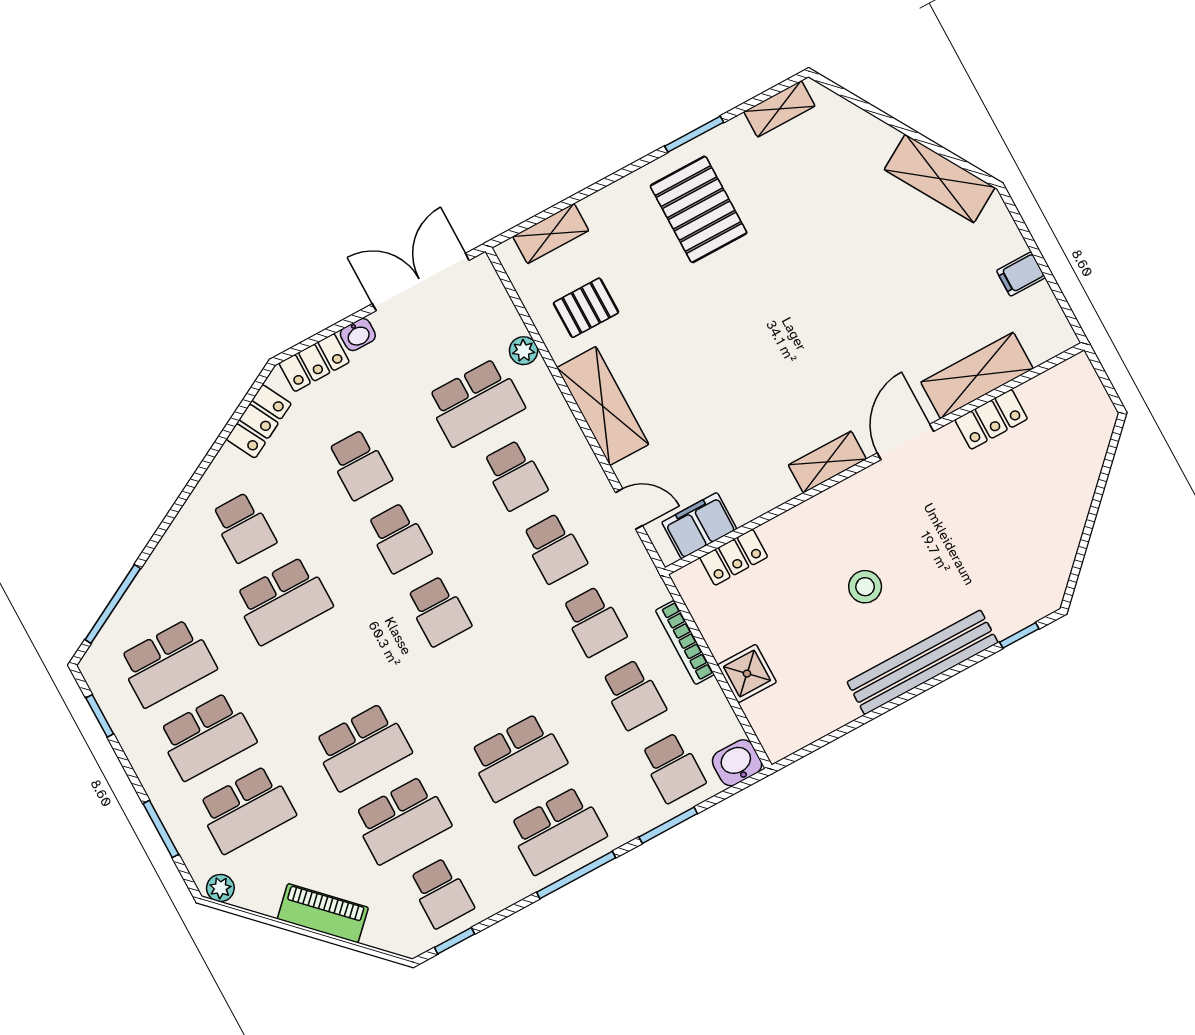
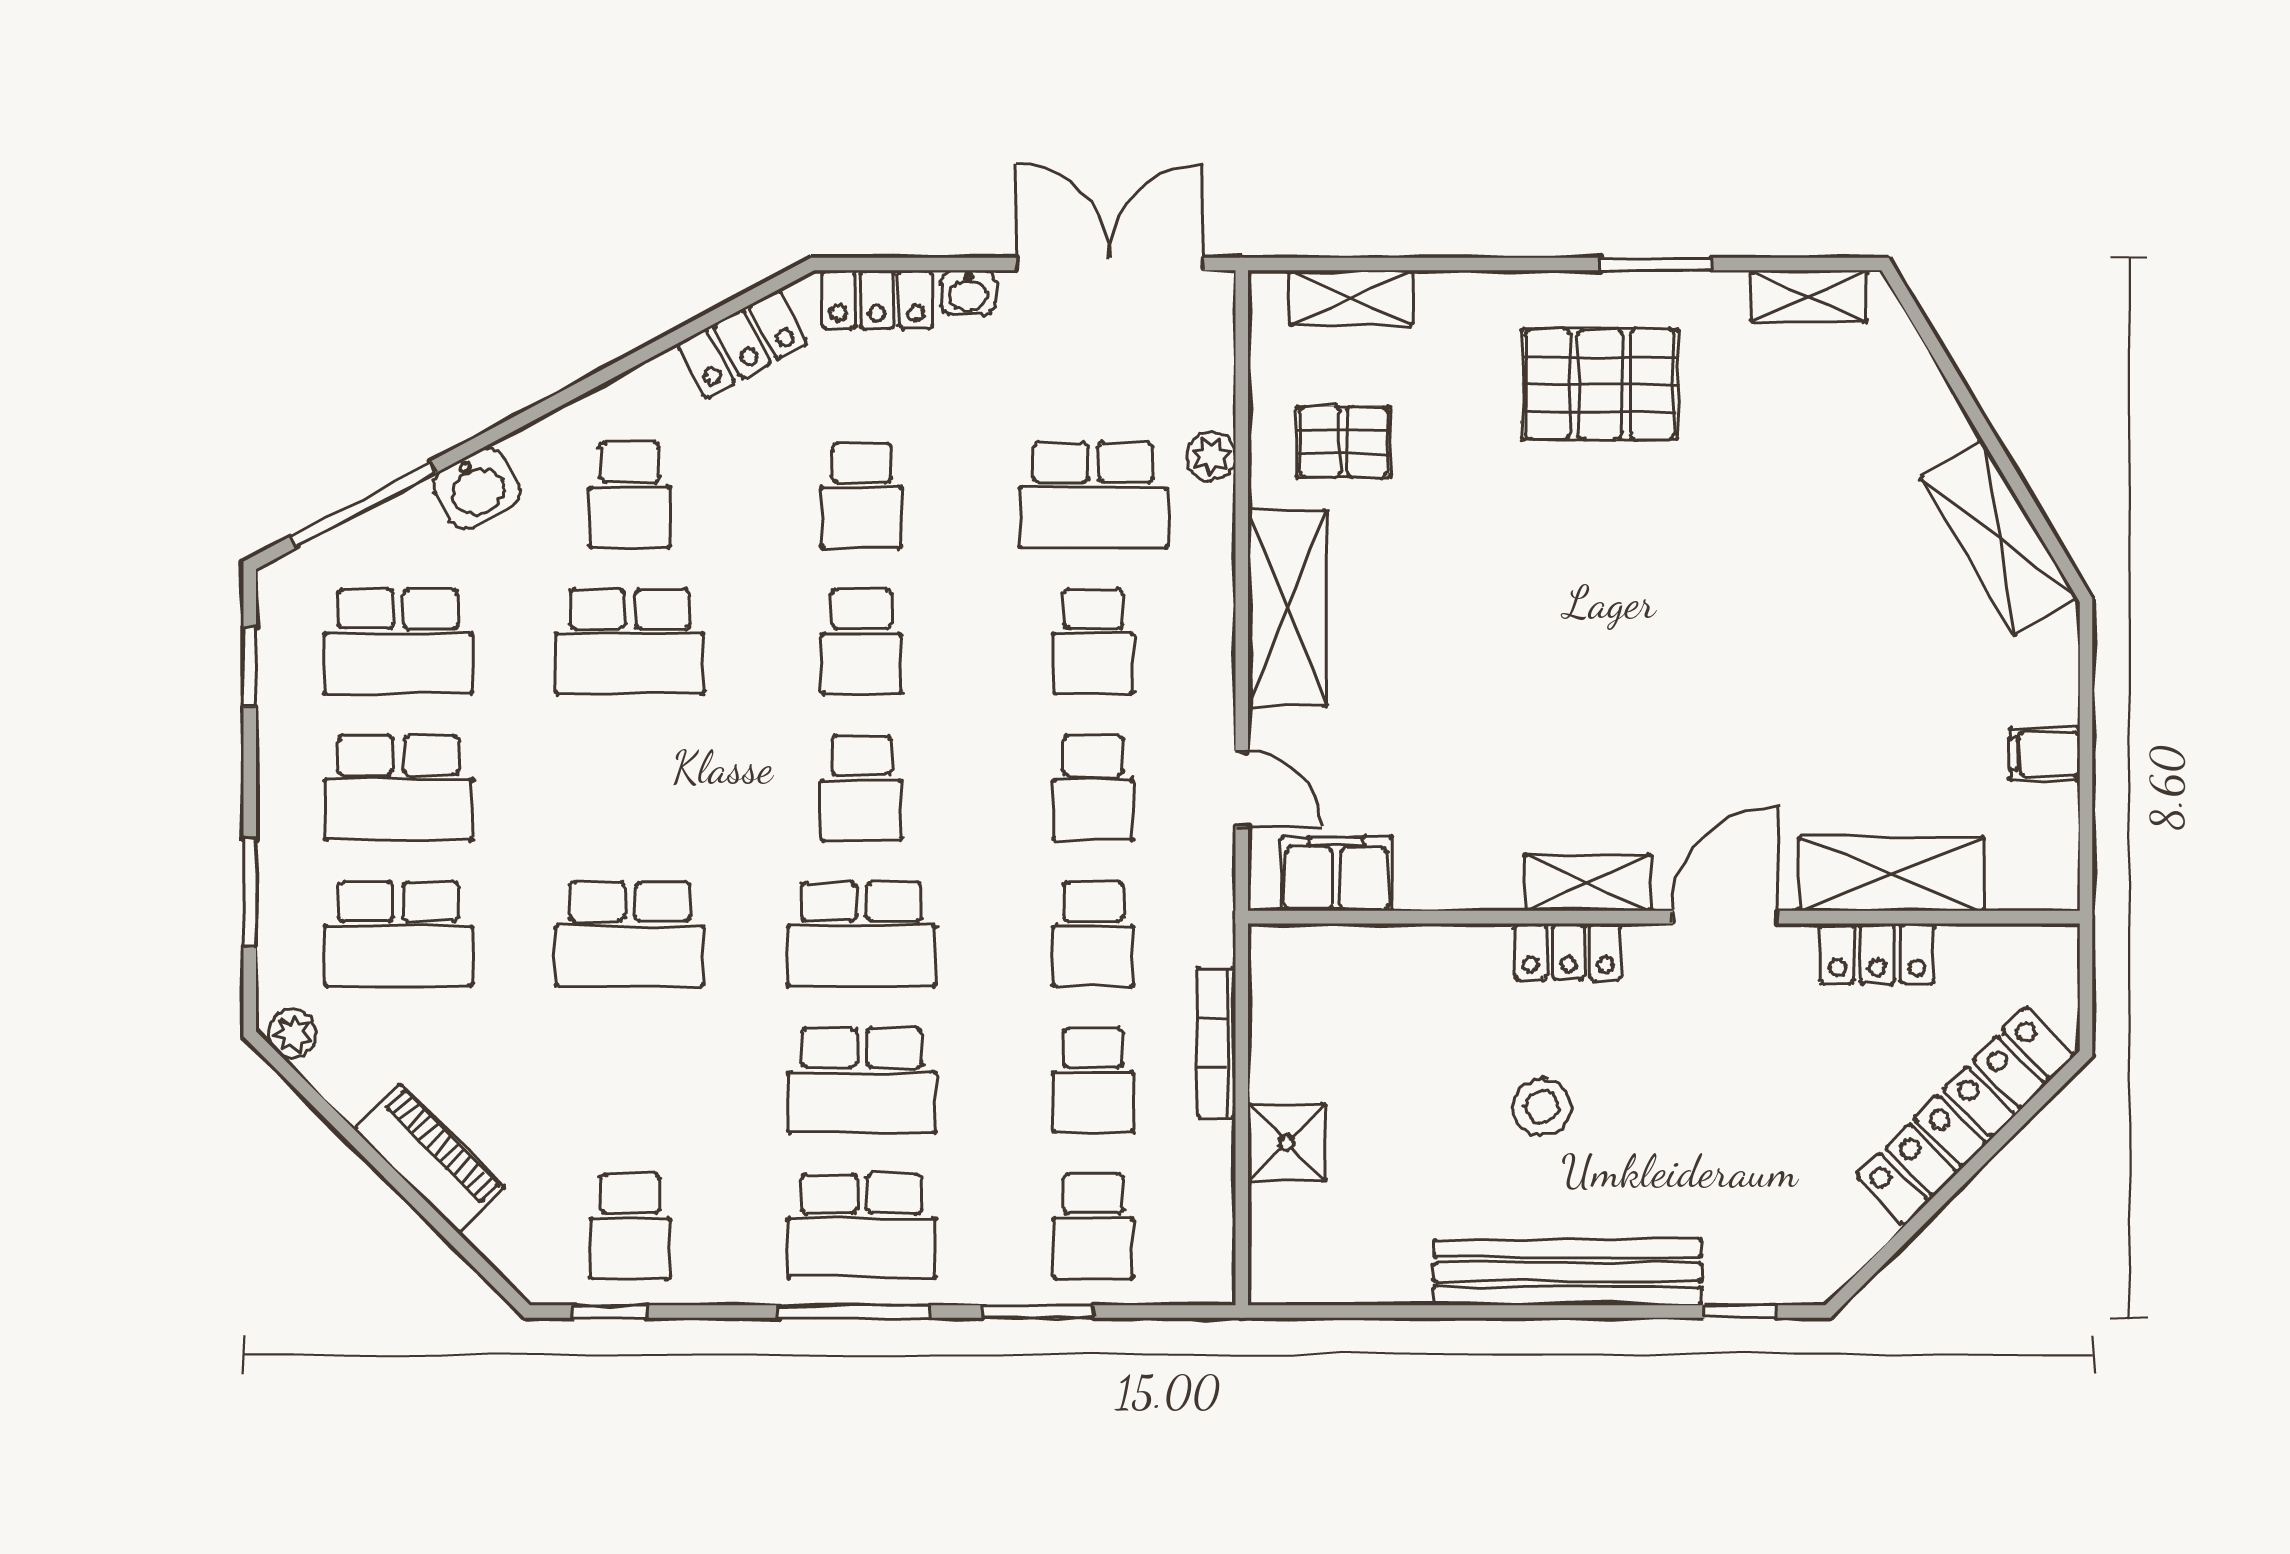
pallet: (699, 209) -> (1600, 384), turned 90
locker: (1079, 477) -> (1965, 1116), added
locker: (734, 557) -> (1568, 952), moved
washbasin: (737, 763) -> (477, 488), moved, turned 152
school desk: (402, 820) -> (862, 934), moved

